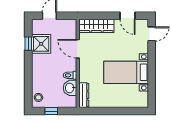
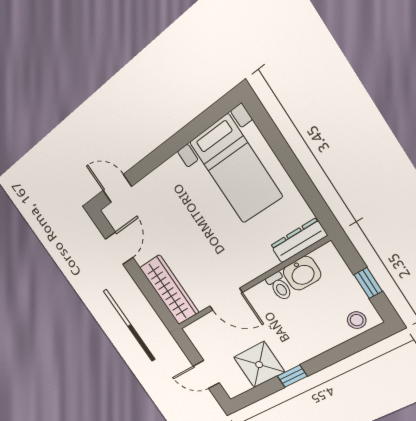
window: (28, 44) -> (292, 376), moved
door: (78, 49) -> (226, 299), hinge flipped
bed with nightstands: (126, 72) -> (236, 169), moved

